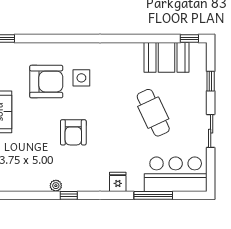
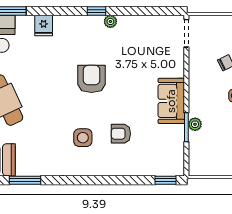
window: (135, 38) -> (25, 180), added
armchair: (46, 82) -> (121, 134), width x0.53, depth x0.53

